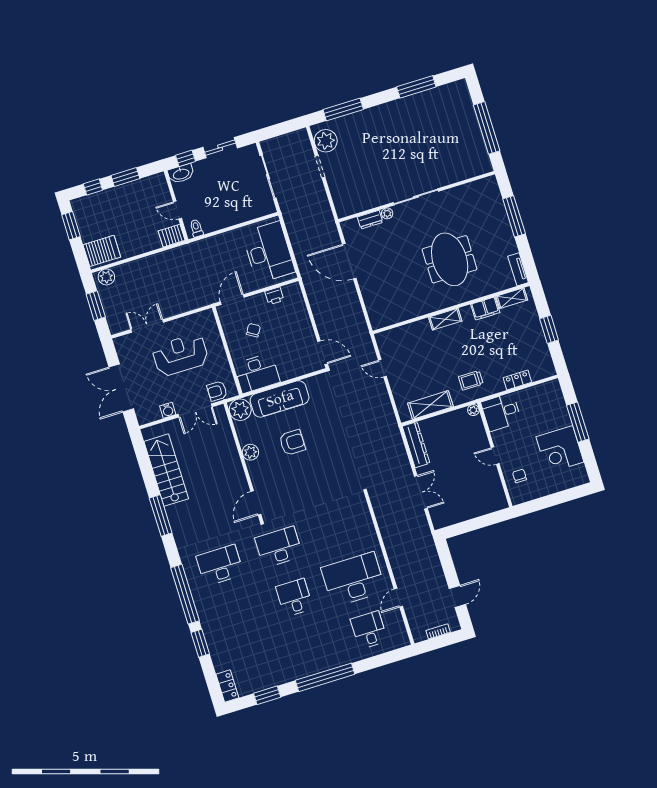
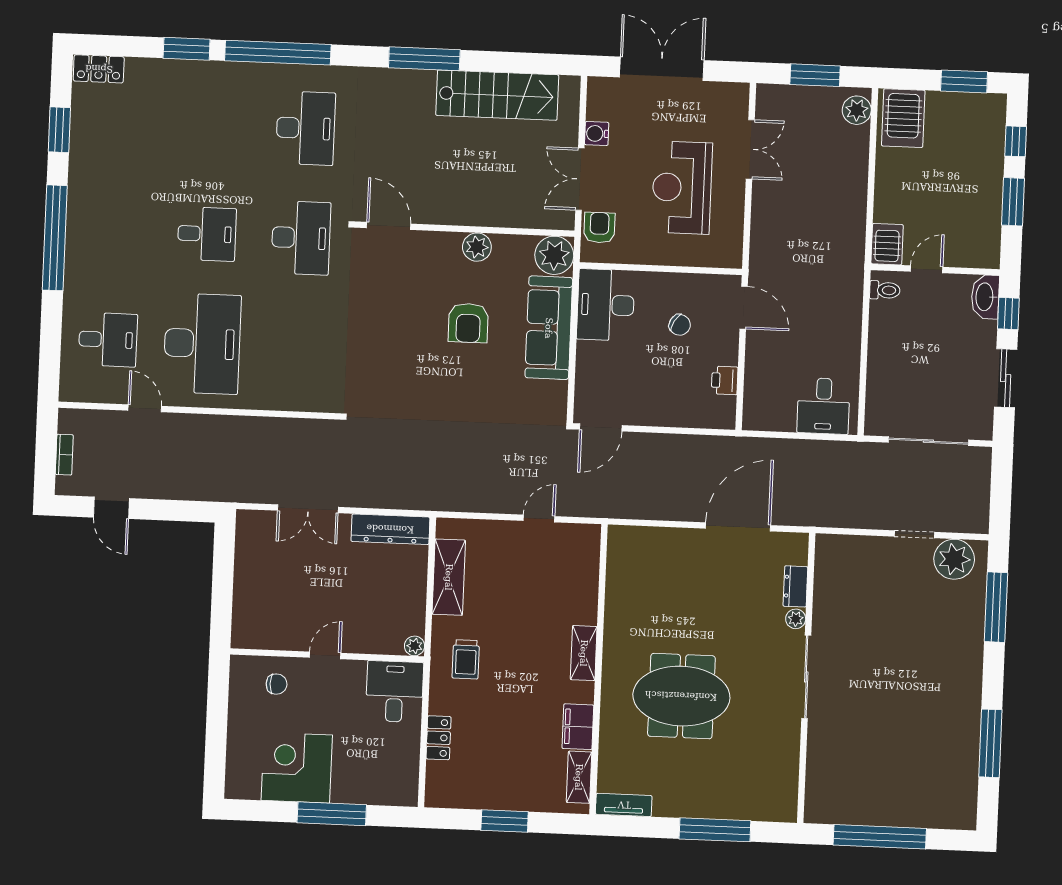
desk: (268, 252) -> (823, 406), width x0.53, depth x0.77
reception desk: (180, 355) -> (682, 188), turned 180
trolley: (471, 380) -> (466, 659), turned 180

